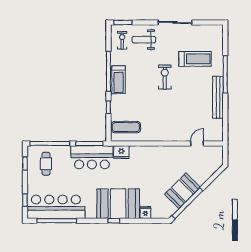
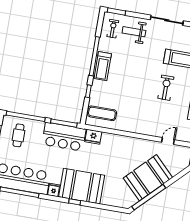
exercise bike: (165, 77) -> (166, 88), moved
booth: (182, 191) -> (148, 178), width x1.36, depth x1.42
fridge: (145, 212) -> (54, 190), moved

